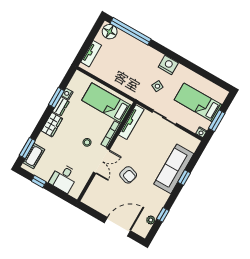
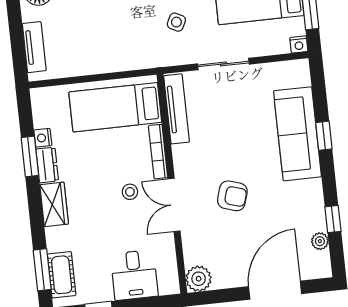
double door: (101, 161) -> (174, 205), swing flipped
plant: (89, 199) -> (199, 279), added

